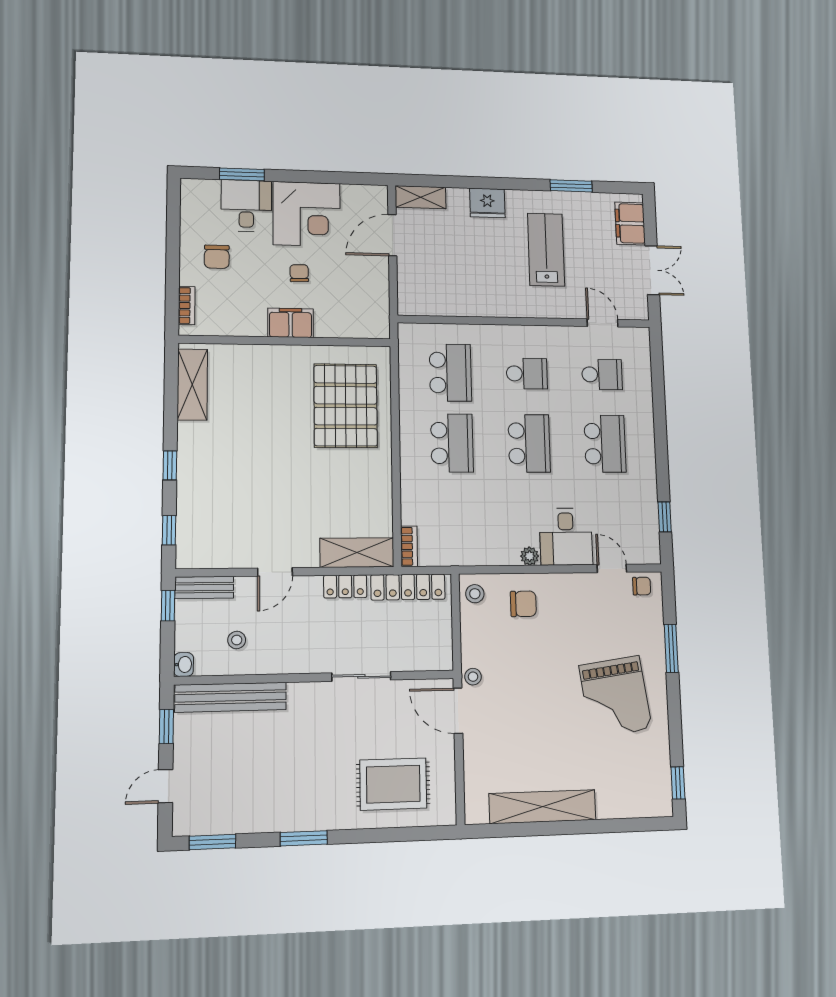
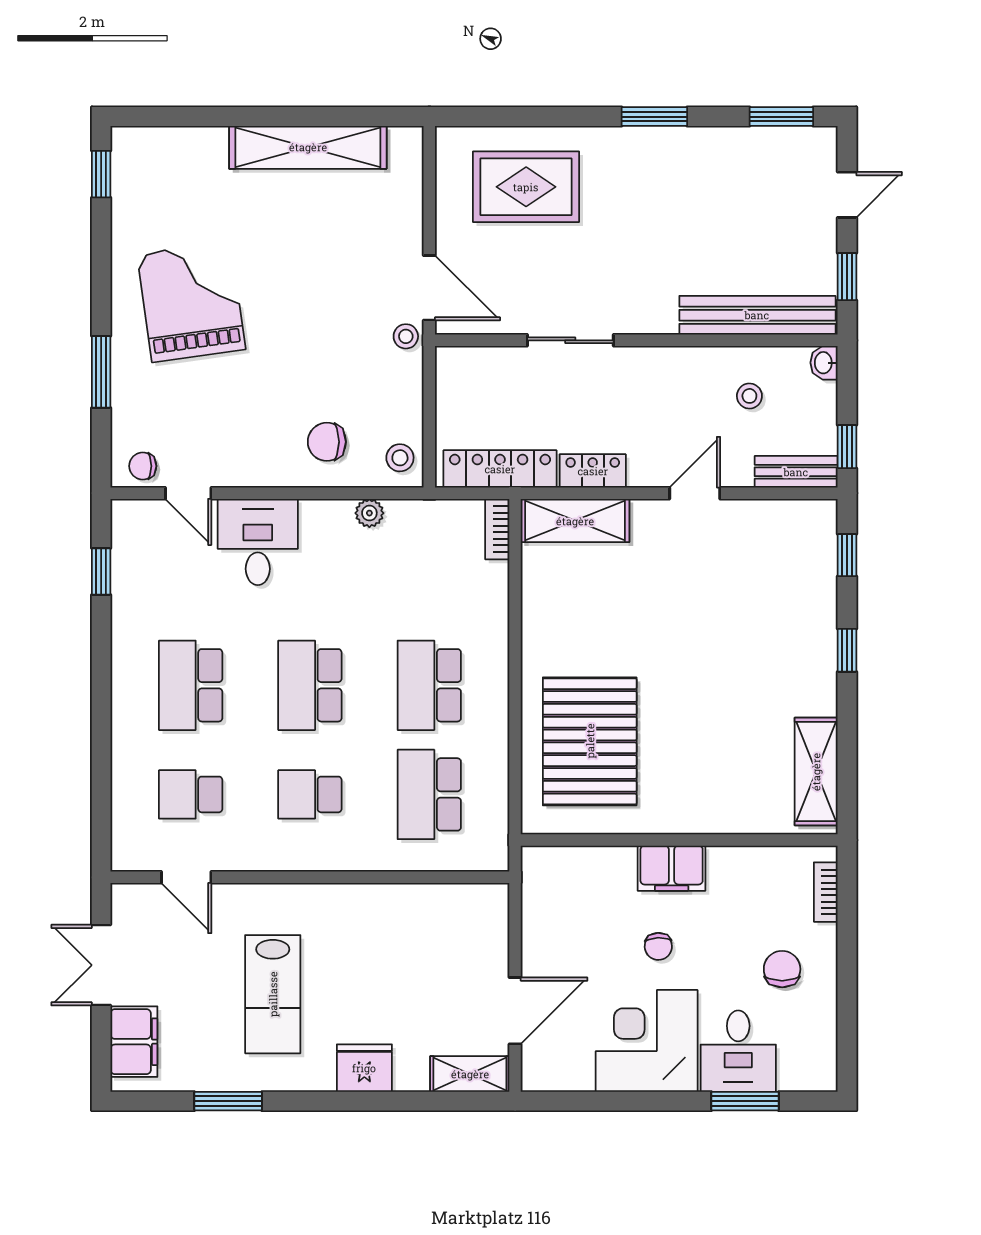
plant: (530, 556) -> (369, 513), moved

